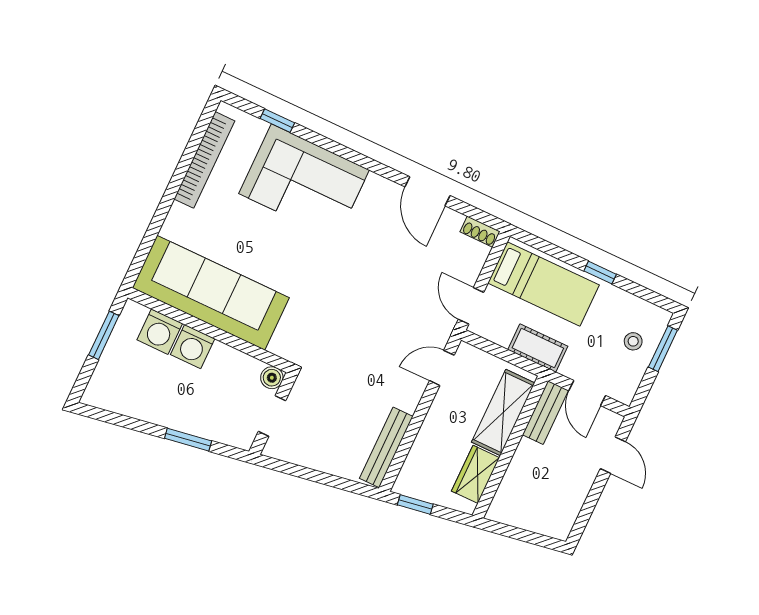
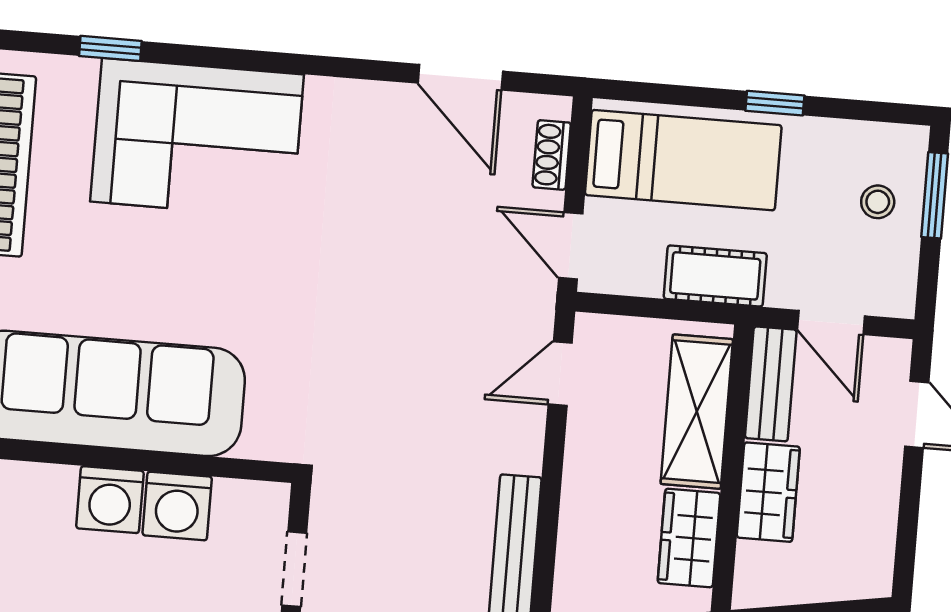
door: (427, 191) -> (460, 77), moved
shoe rack: (480, 232) -> (552, 155), moved, turned 90
washing machine: (160, 332) -> (177, 506), moved
boiler: (272, 378) -> (269, 502), removed
wardrobe: (524, 466) -> (768, 492), added

